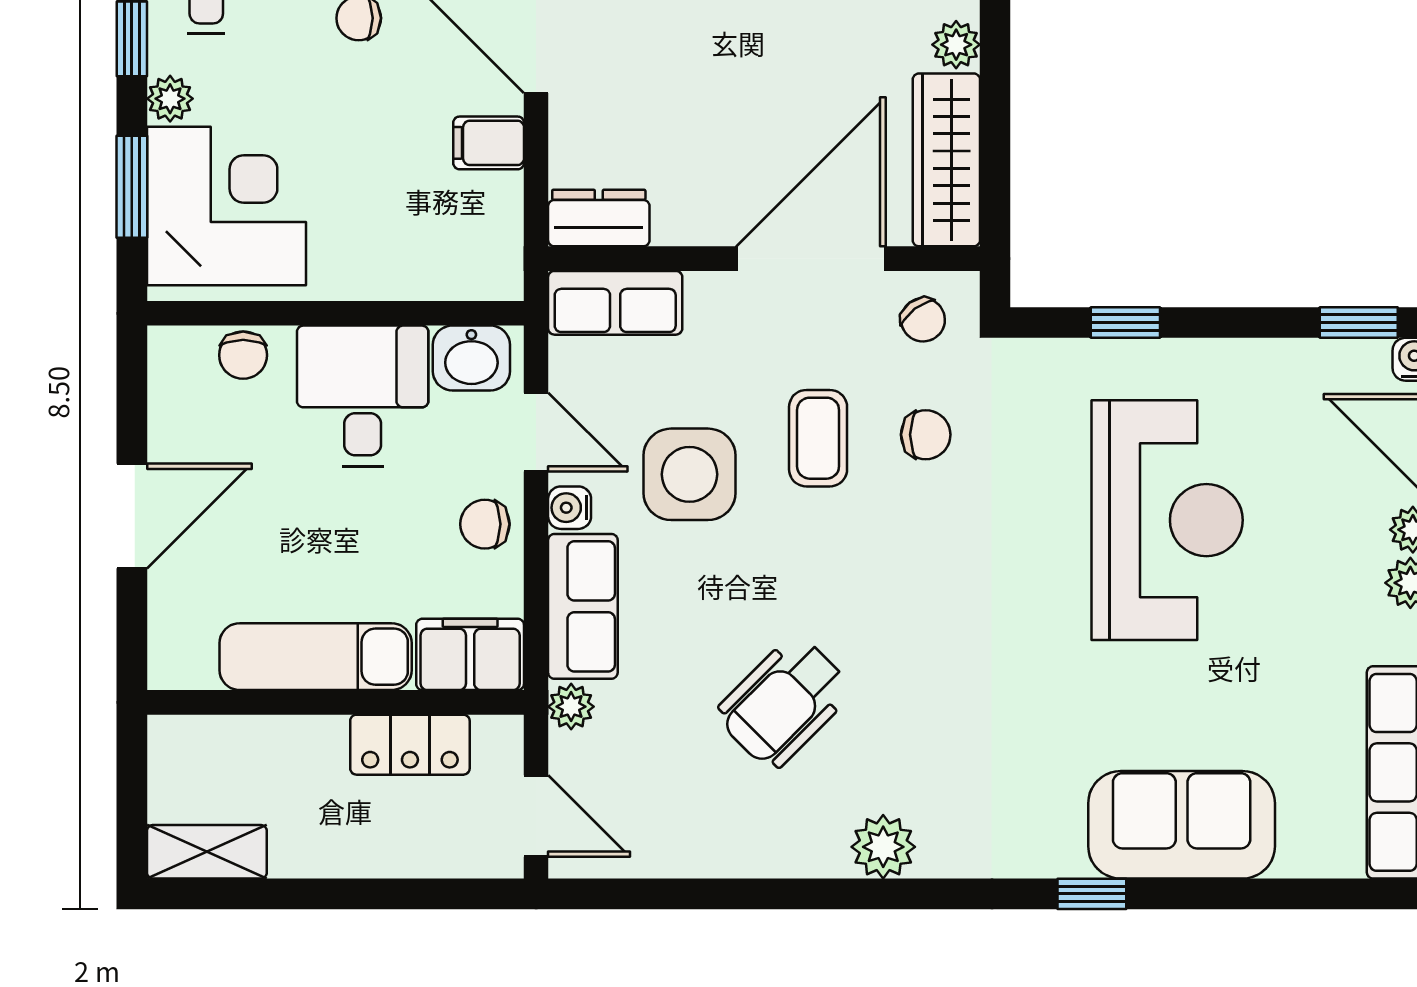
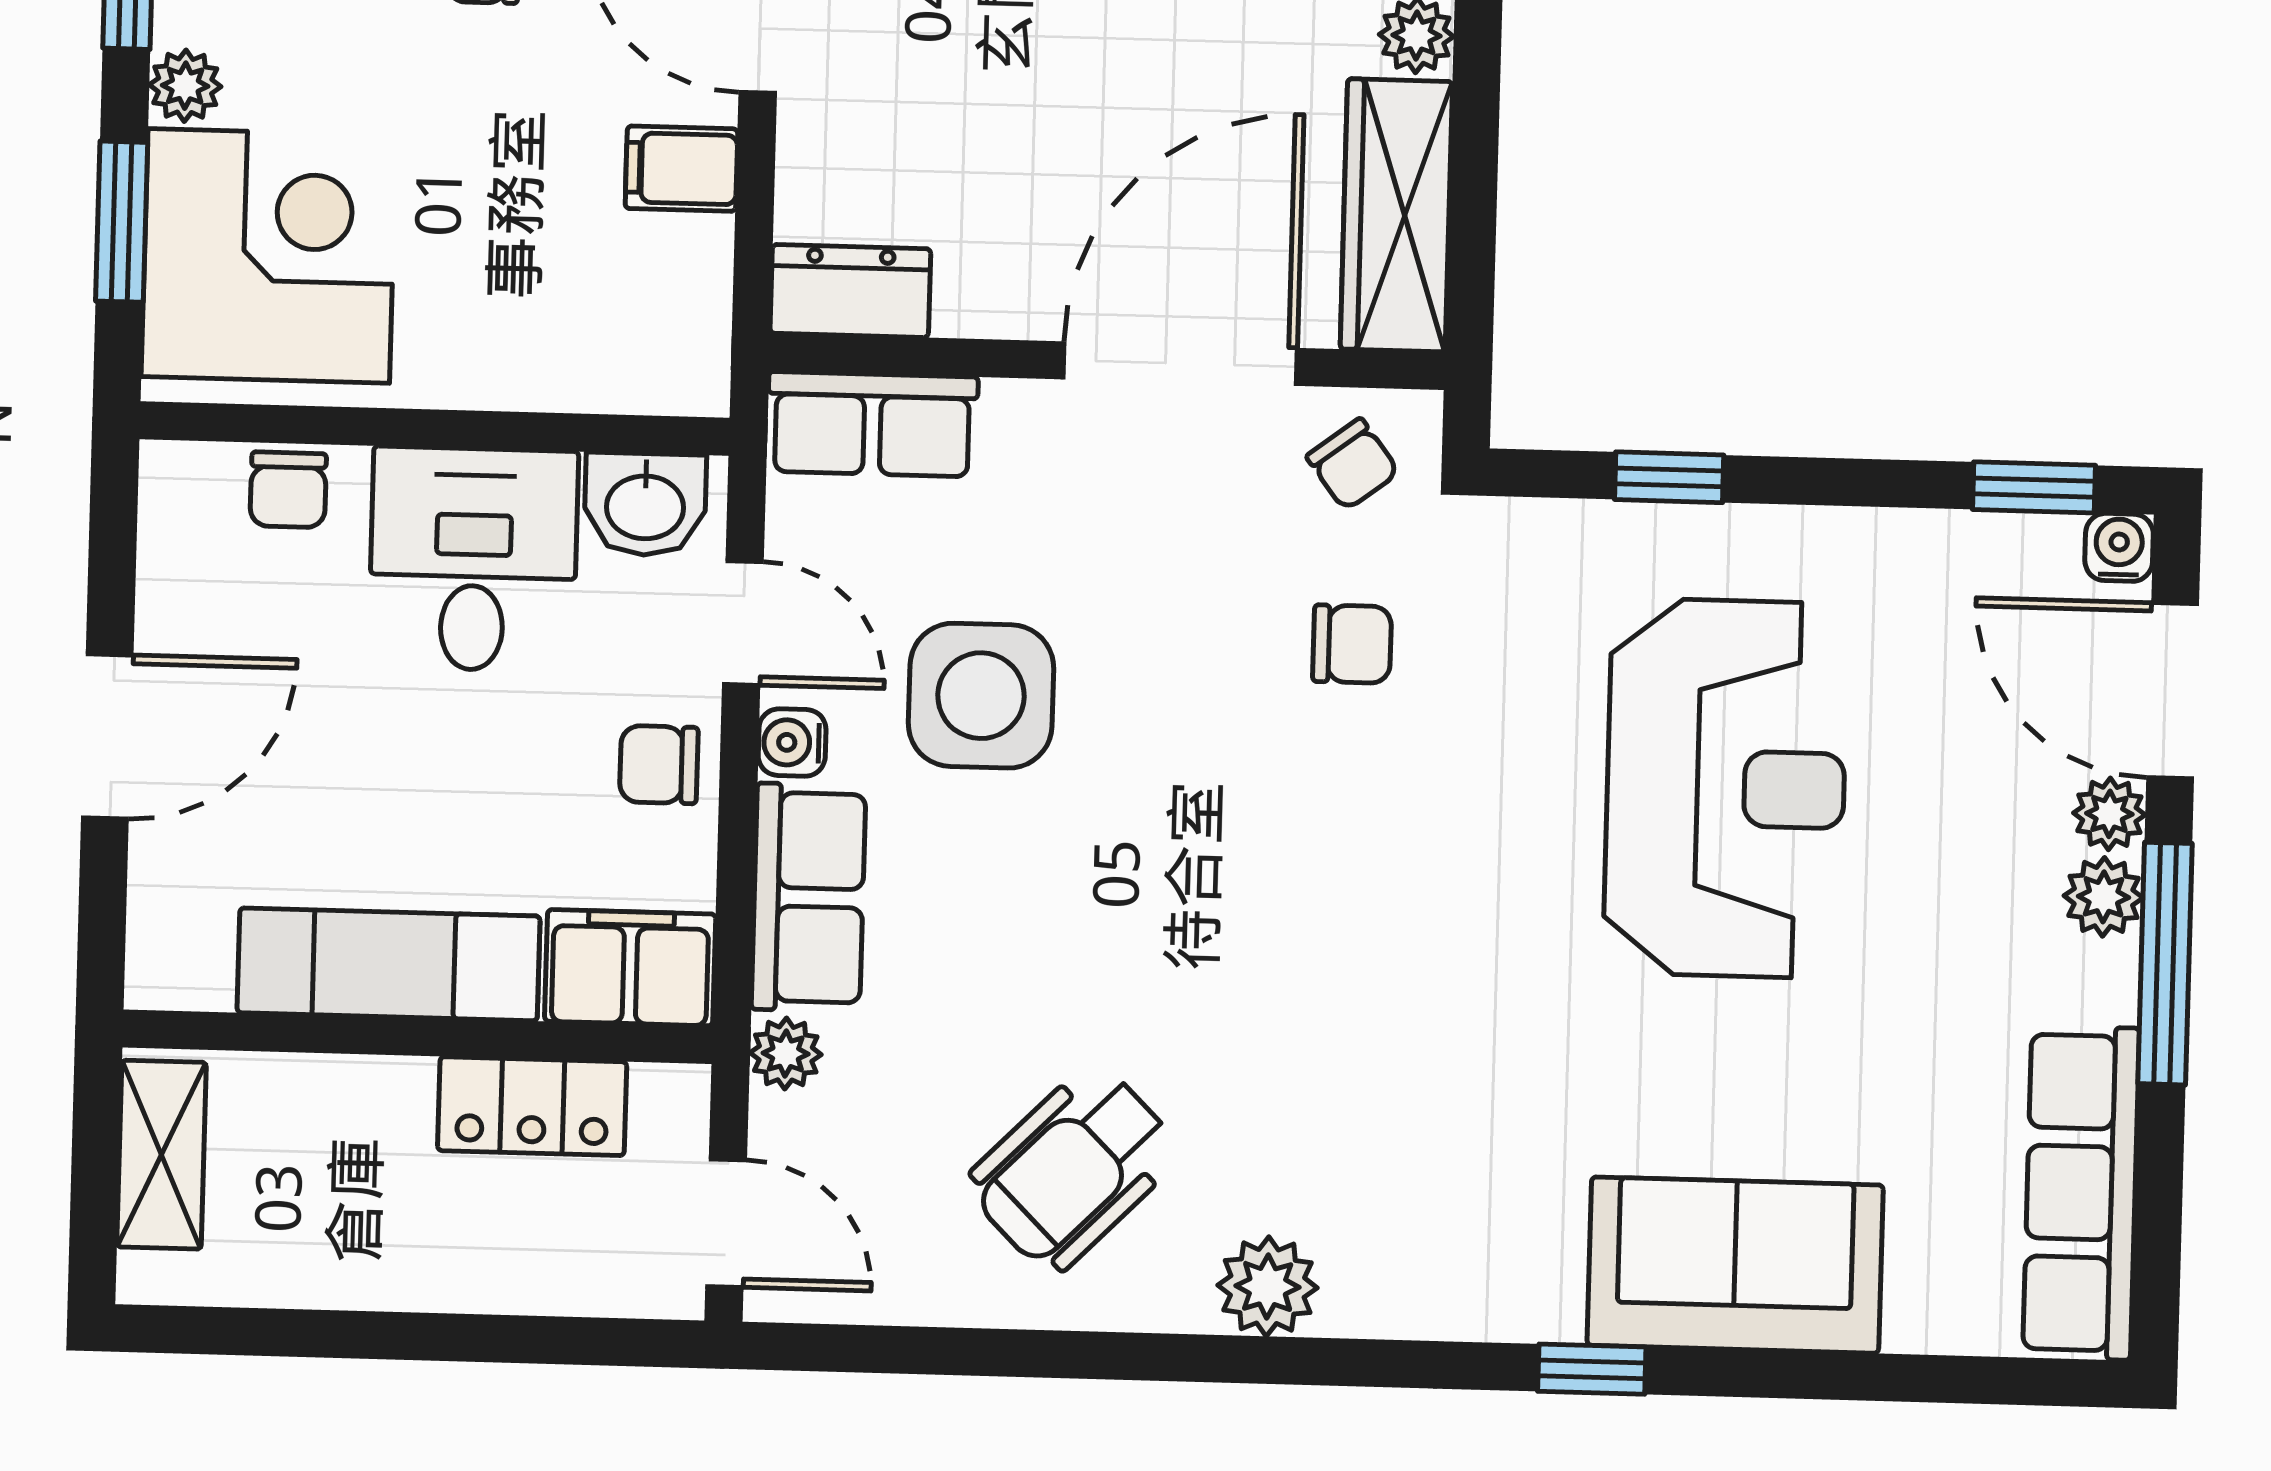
coffee table: (818, 438) -> (1184, 645), removed
wheelchair: (784, 702) -> (1073, 1169), moved
shelving: (207, 852) -> (161, 1155), moved, turned 90

